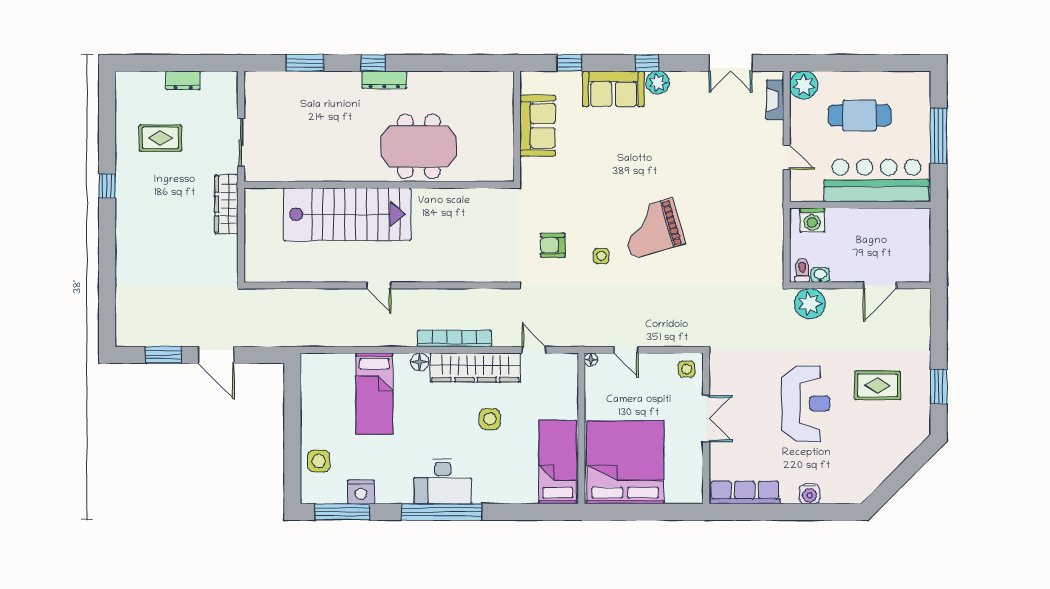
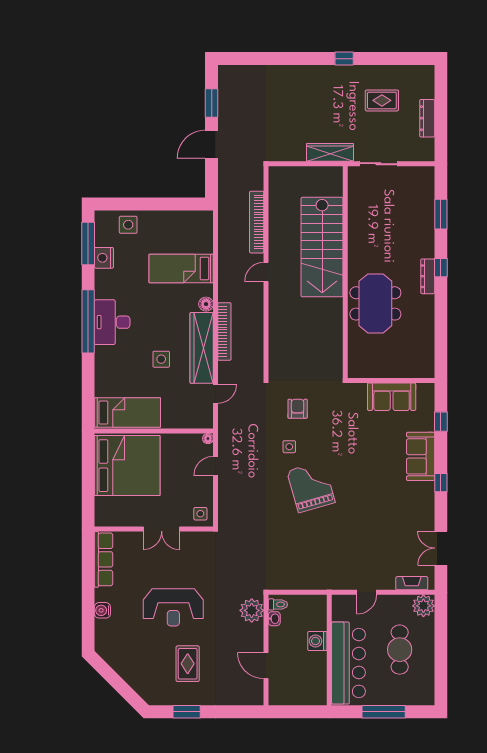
dresser: (183, 80) -> (427, 118), width x1.44
plant: (658, 83) -> (425, 491), removed
rug: (160, 138) -> (382, 100), turned 90
washing machine: (812, 220) -> (317, 641), moved
bookcase: (315, 297) -> (257, 222), added

